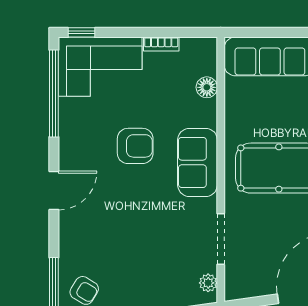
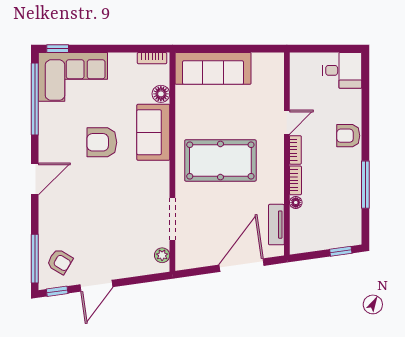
bookcase: (161, 44) -> (152, 58), moved
armchair: (135, 146) -> (102, 142), turned 180
sofa: (198, 162) -> (153, 132), moved

